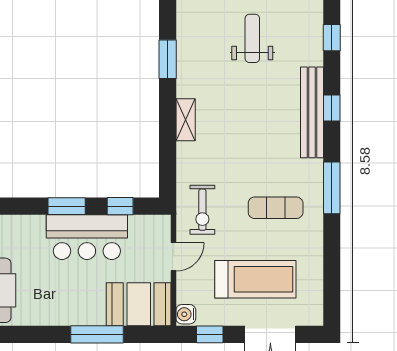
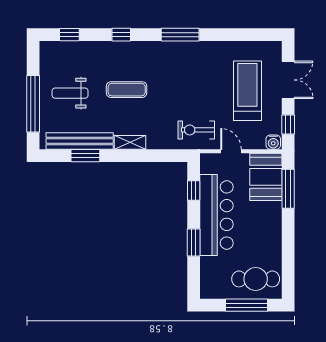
bench: (312, 112) -> (80, 141), moved
window: (67, 206) -> (194, 242), moved
exercise mat: (276, 208) -> (127, 90), moved, turned 90
exercise bike: (202, 210) -> (196, 130), turned 180
bar counter: (87, 237) -> (216, 215), width x1.36
window: (97, 334) -> (288, 189), moved

